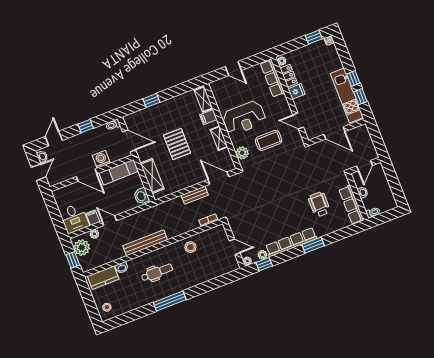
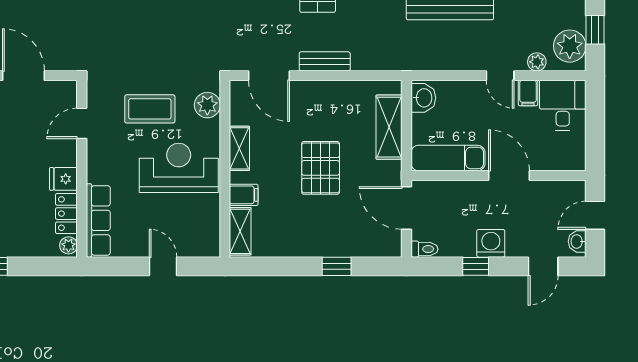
door: (298, 121) -> (82, 123), swing flipped
washing machine: (101, 159) -> (491, 243), moved, turned 180

